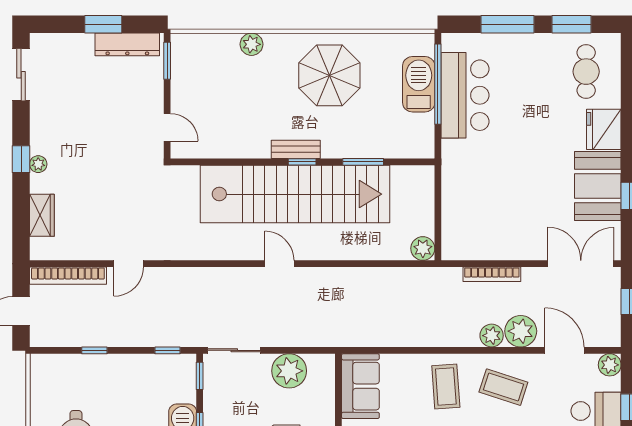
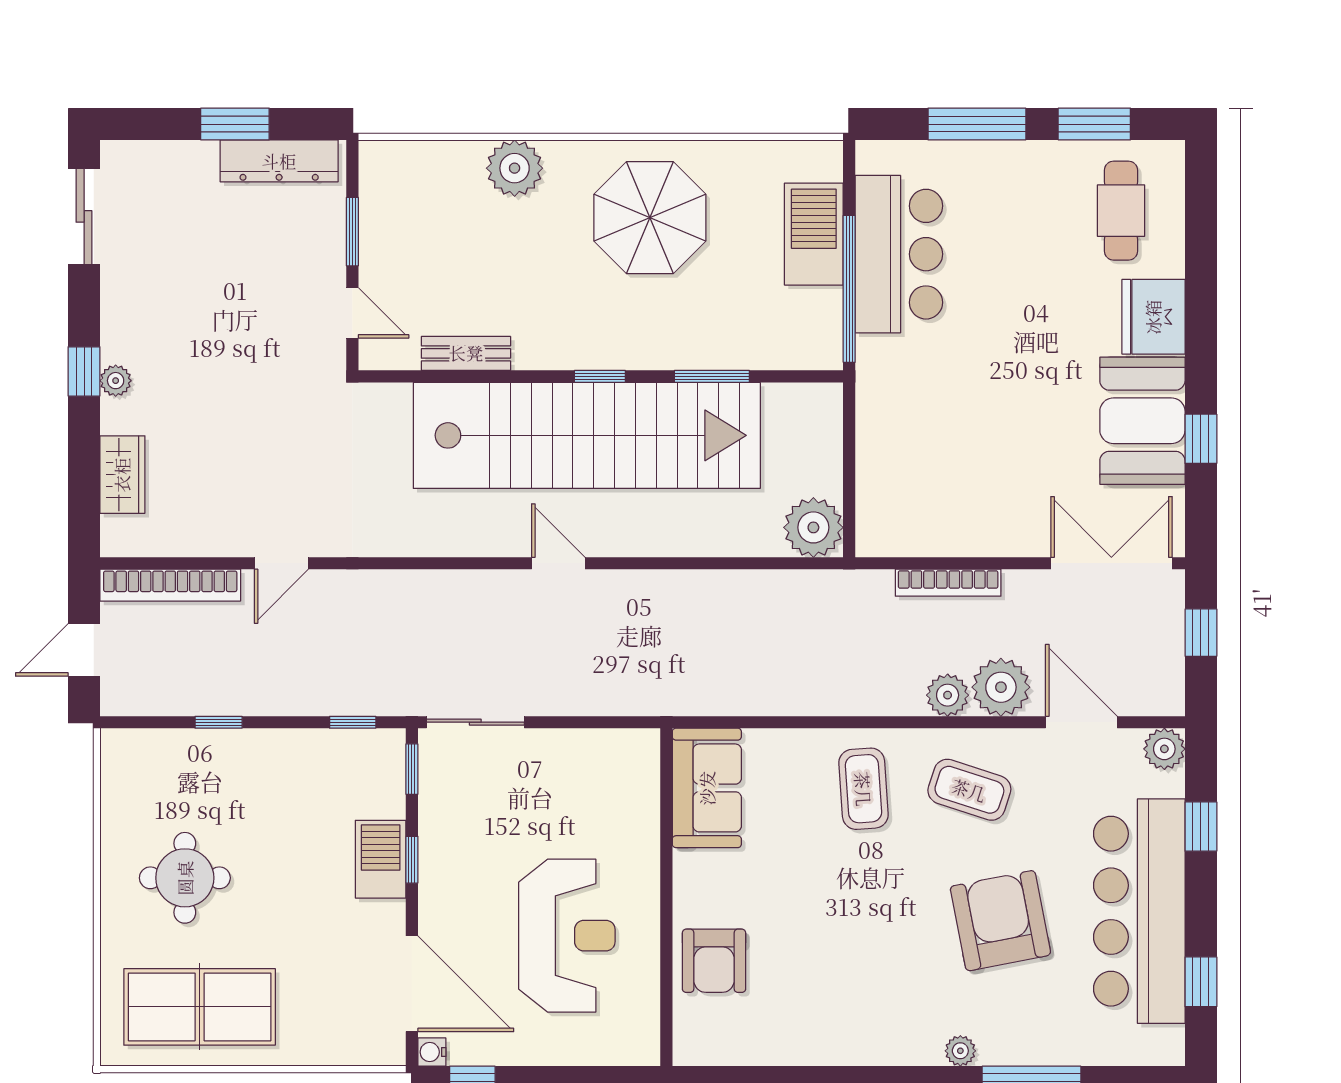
plant: (252, 44) -> (515, 168), width x1.36, depth x1.36
window: (167, 61) -> (352, 232), moved
window: (438, 84) -> (849, 289), moved
bench: (296, 149) -> (466, 353), moved
plant: (423, 248) -> (813, 527), width x1.36, depth x1.36
plant: (289, 371) -> (576, 760), removed

